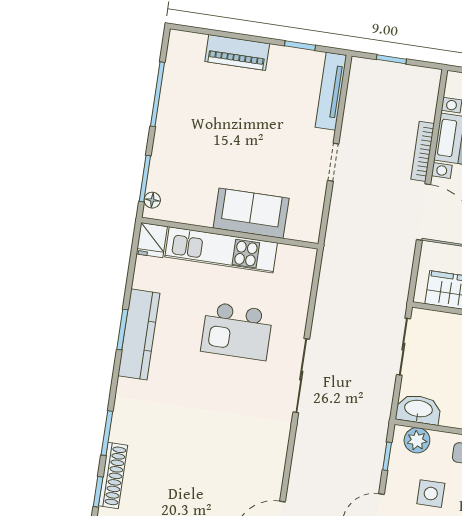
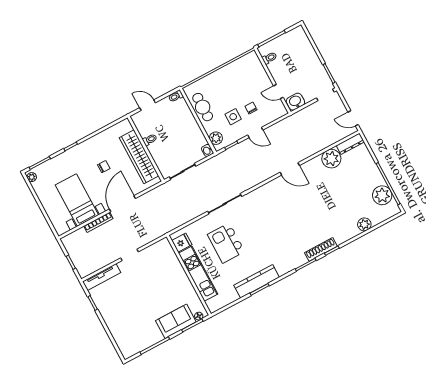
piano: (237, 53) -> (114, 326), removed
sofa: (251, 213) -> (176, 321), moved, turned 90
fridge: (152, 240) -> (182, 243), moved
kitchen island: (237, 331) -> (226, 243), turned 180
washbasin: (418, 409) -> (207, 150), width x0.52, depth x0.69

